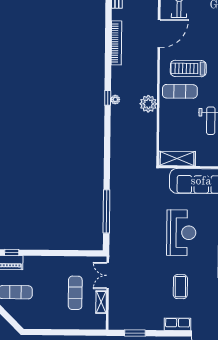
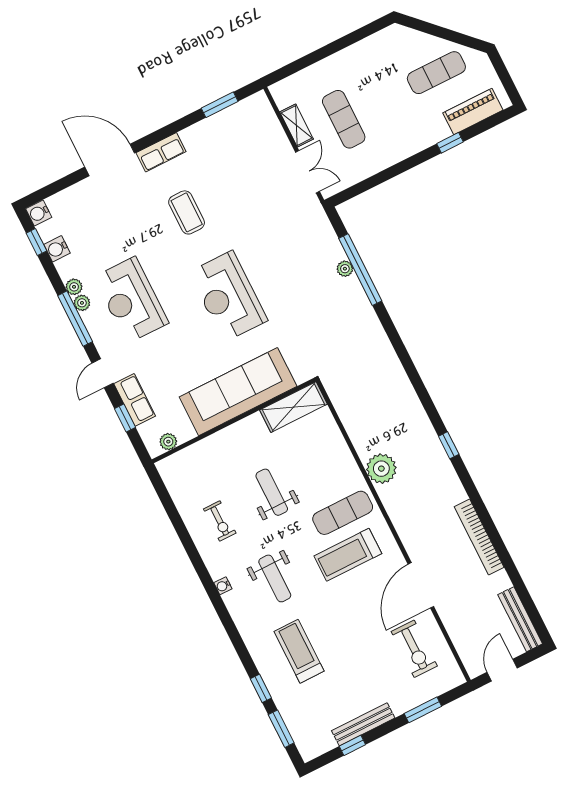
treadmill: (188, 68) -> (348, 555), turned 180
plant: (115, 100) -> (345, 269), moved
window: (12, 253) -> (450, 143), moved

